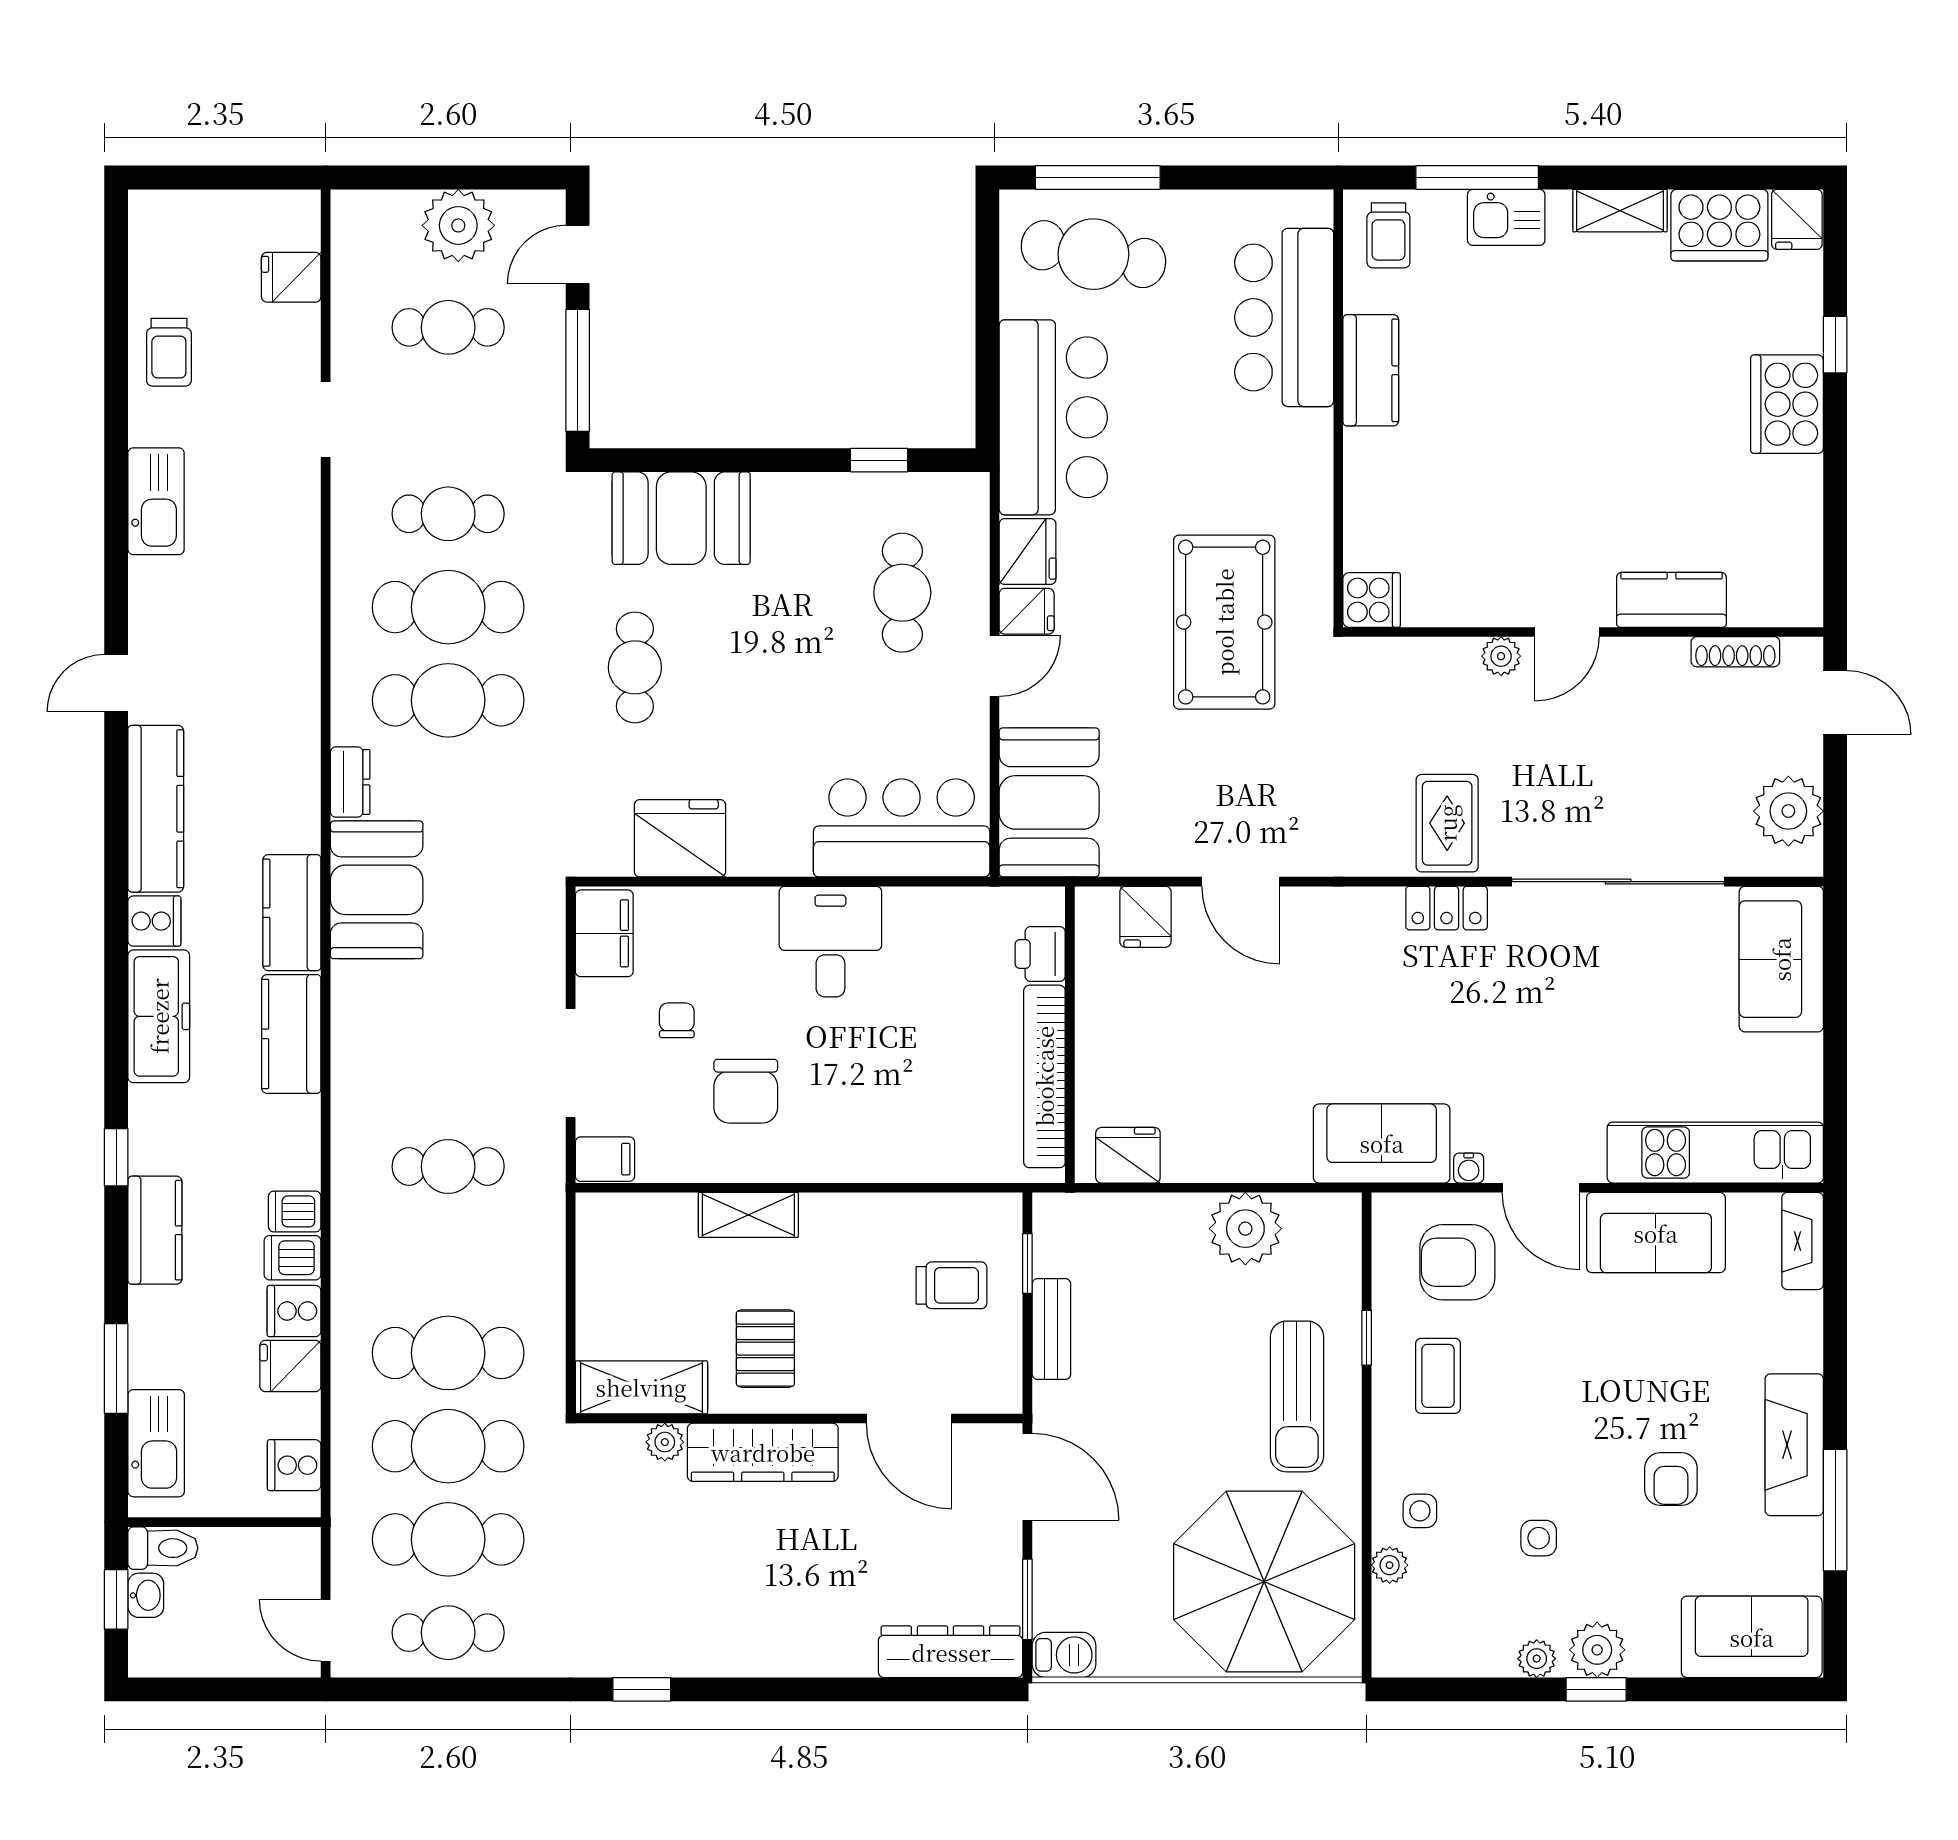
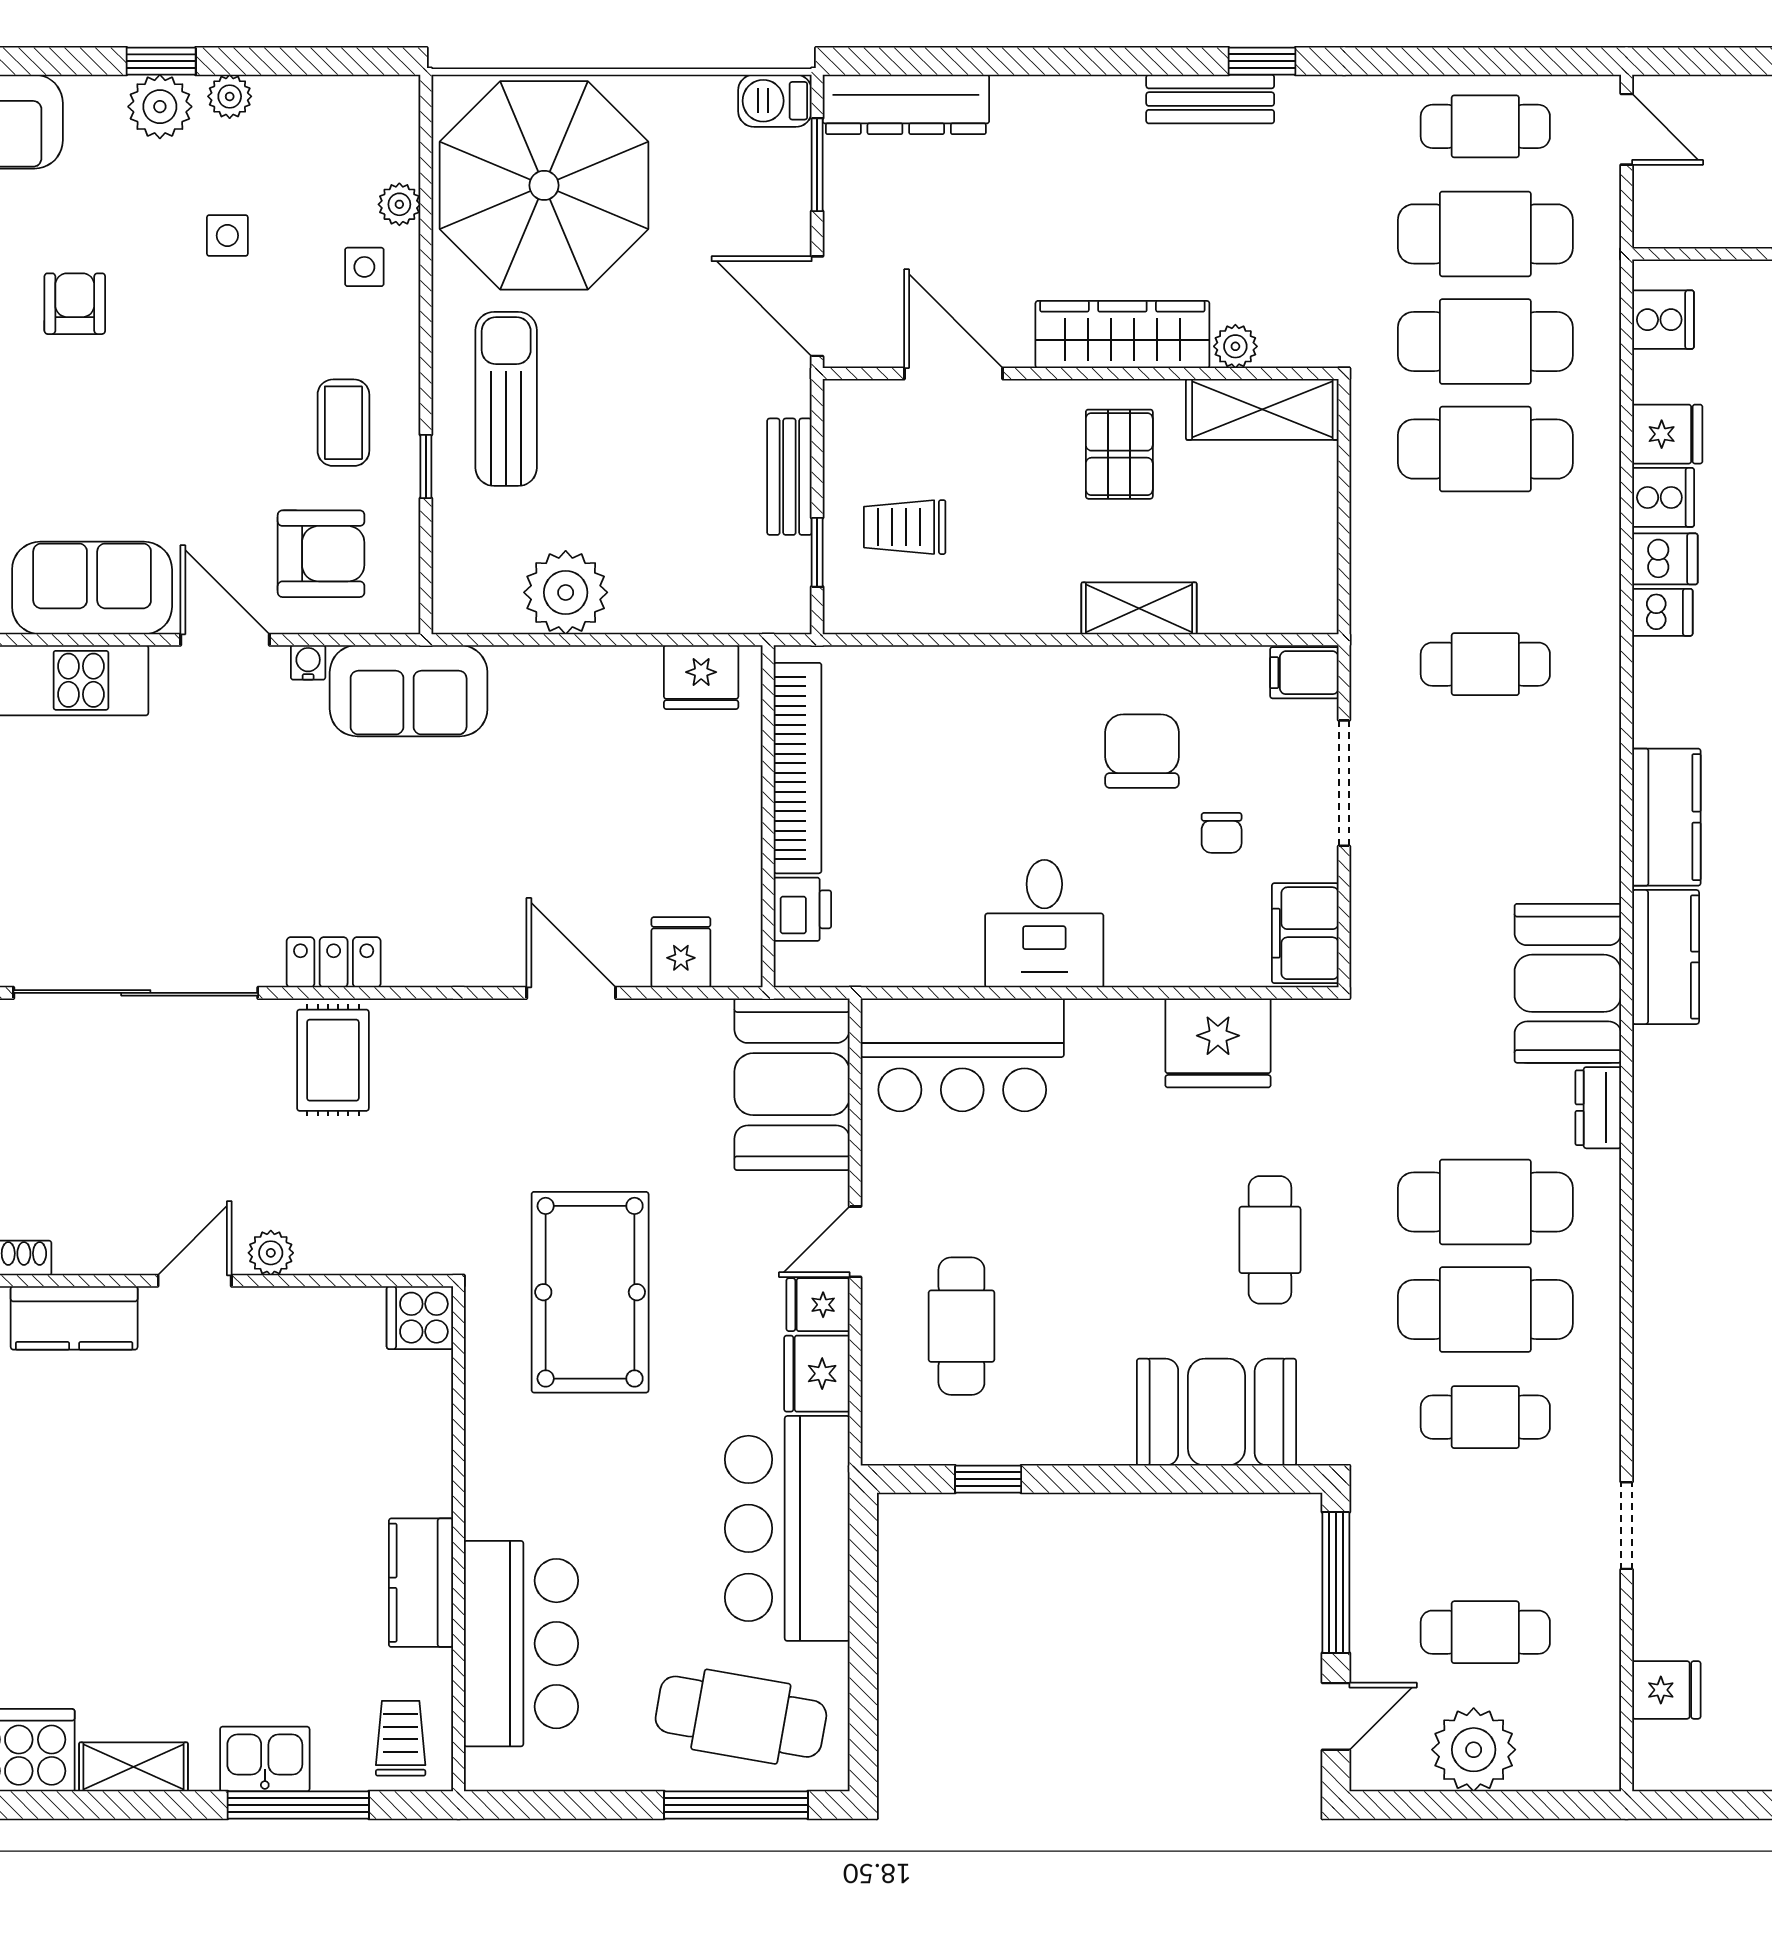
bench: (687, 1656) -> (1210, 99), added

